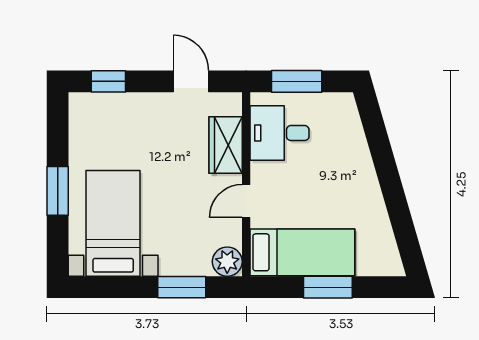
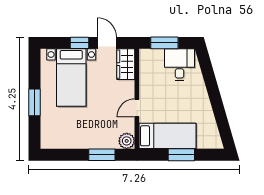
window: (108, 81) -> (79, 43), moved
desk: (280, 133) -> (180, 65), moved, turned 90
wardrobe: (226, 145) -> (126, 64), moved
bed with nightstands: (113, 223) -> (71, 78), moved, turned 180

